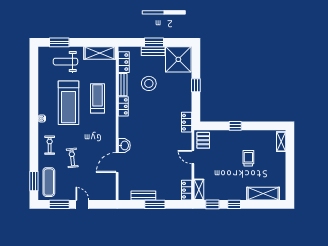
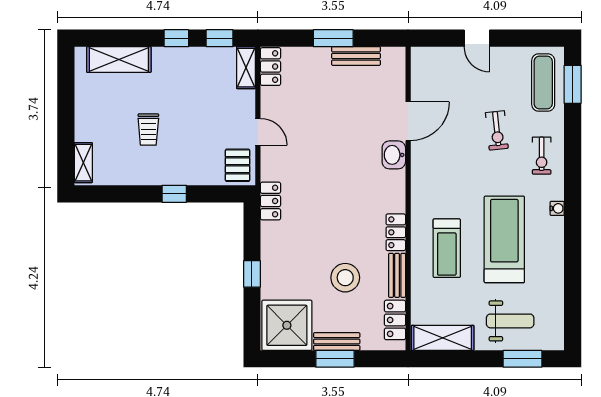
window: (59, 204) -> (522, 38), removed

